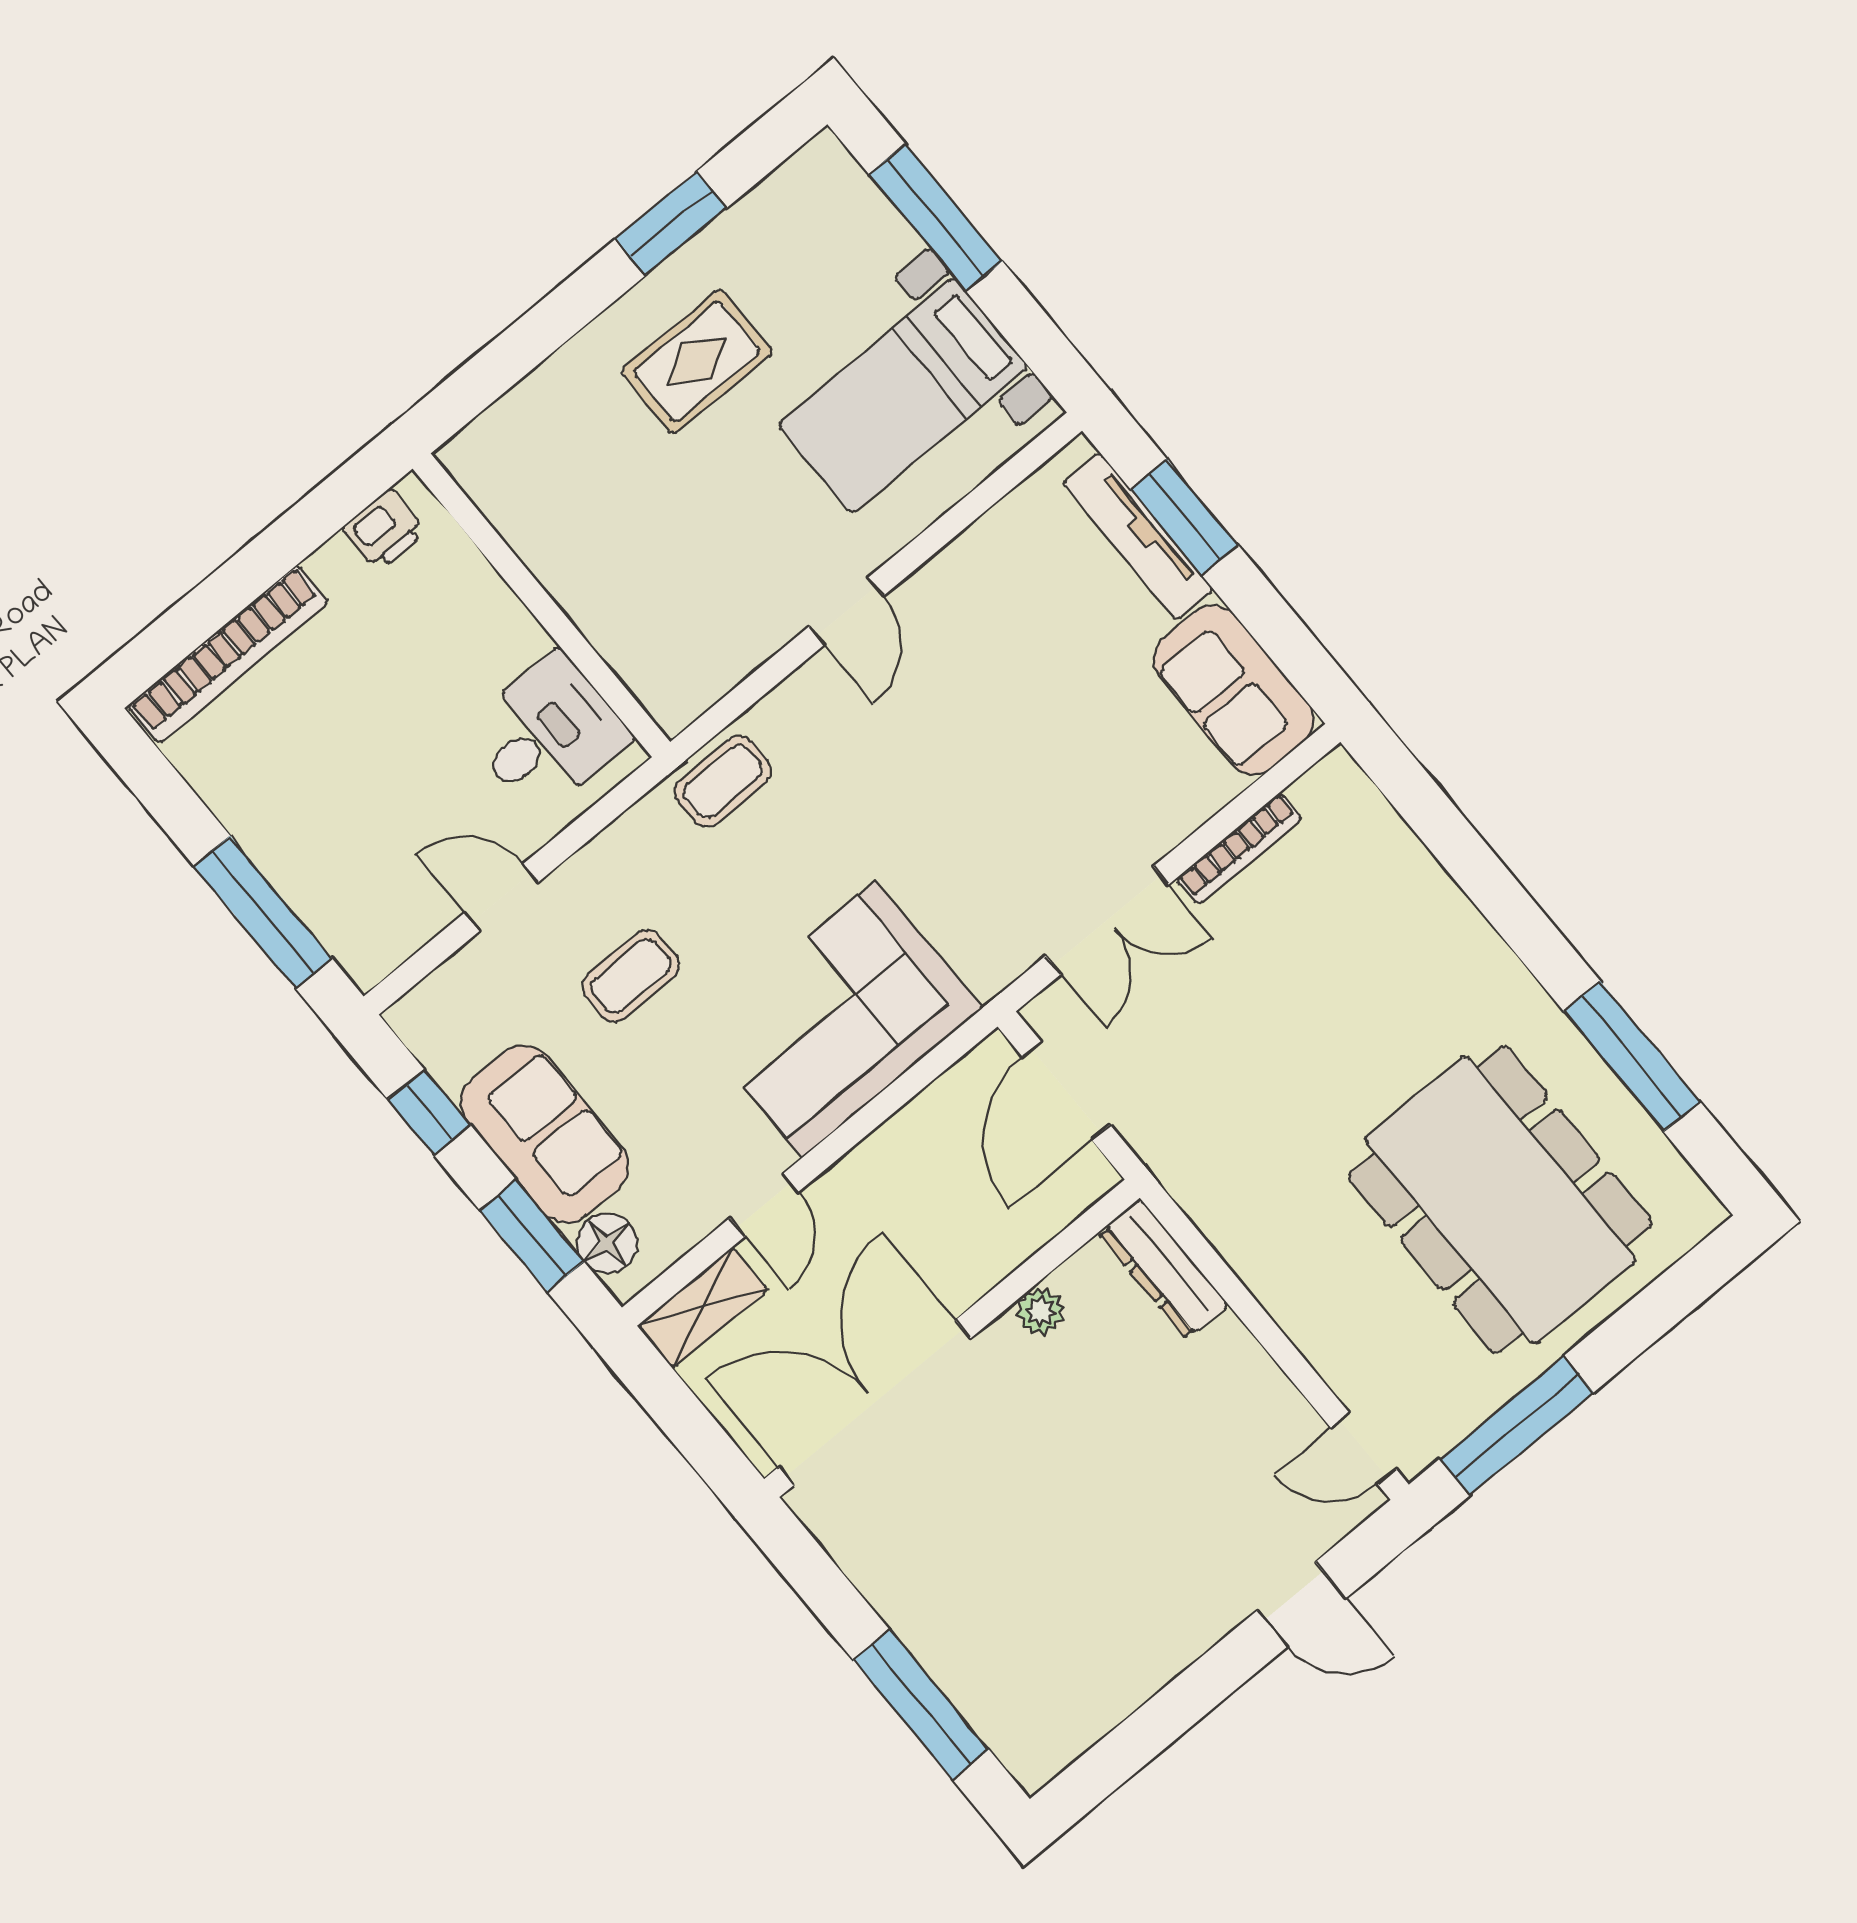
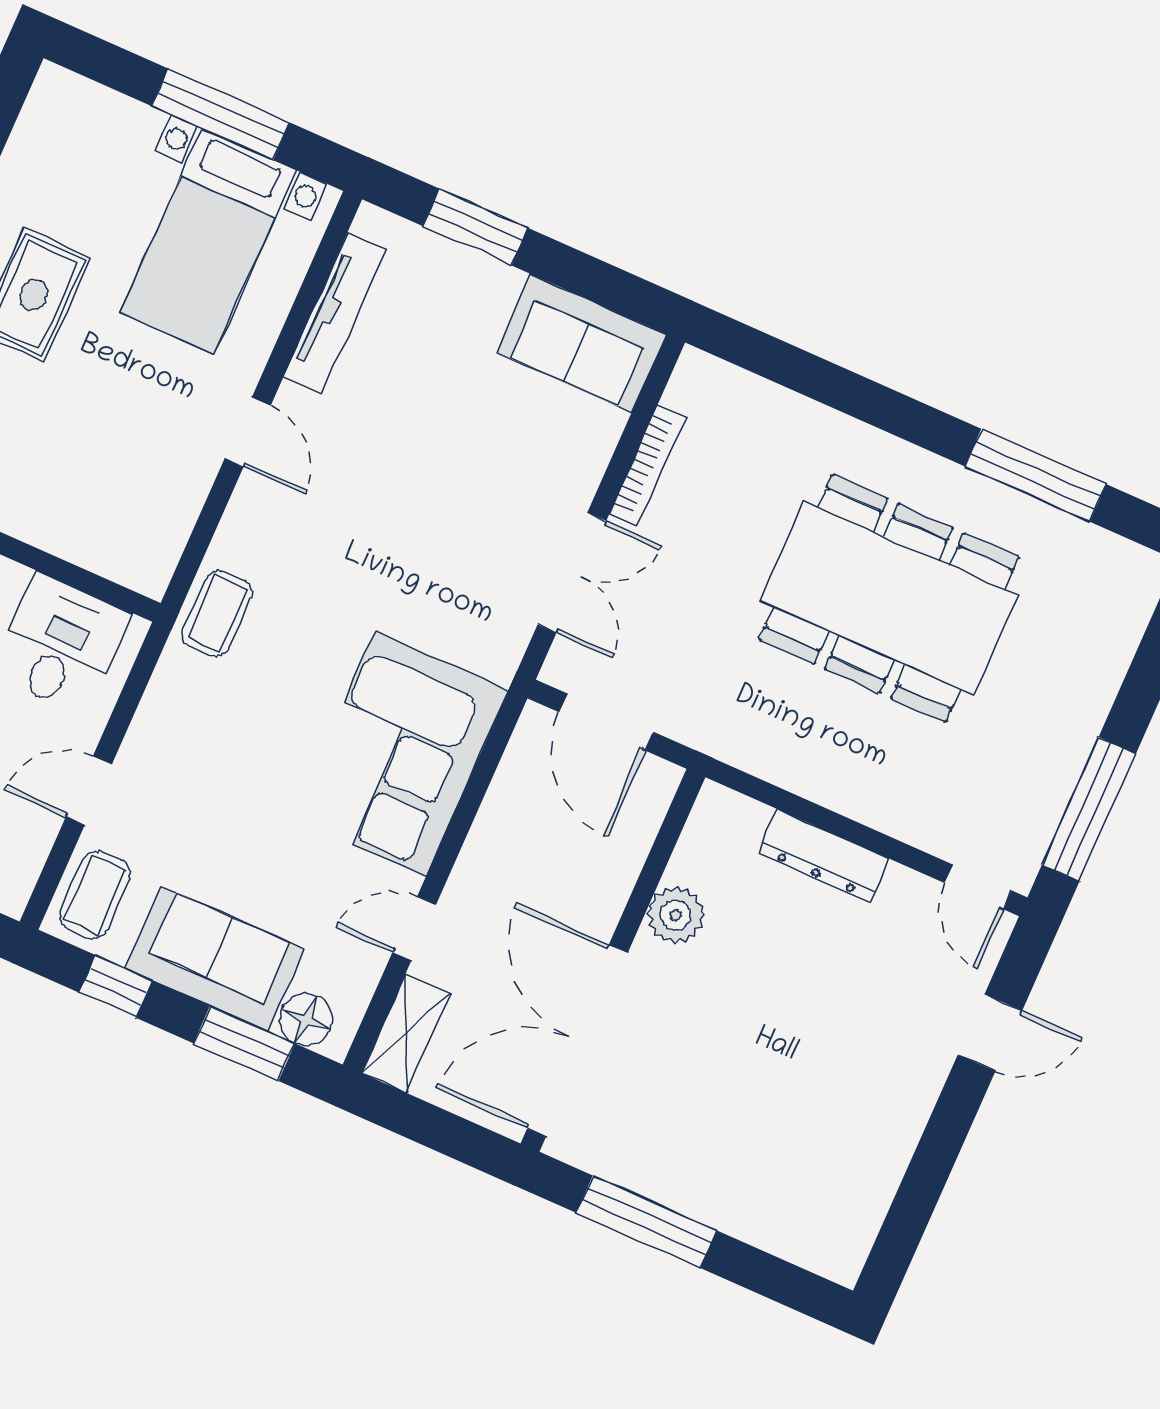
window: (936, 218) -> (221, 114), moved
tv unit: (1138, 536) -> (335, 313), moved, turned -90
coffee table: (631, 976) -> (95, 895), moved
dining table: (1500, 1200) -> (889, 598), moved
door: (764, 1205) -> (414, 929), swing flipped
dresser: (1163, 1269) -> (824, 856), moved
plant: (1040, 1311) -> (676, 915), width x1.38, depth x1.38
door: (1363, 1449) -> (978, 887), hinge flipped
window: (921, 1705) -> (647, 1222), moved

